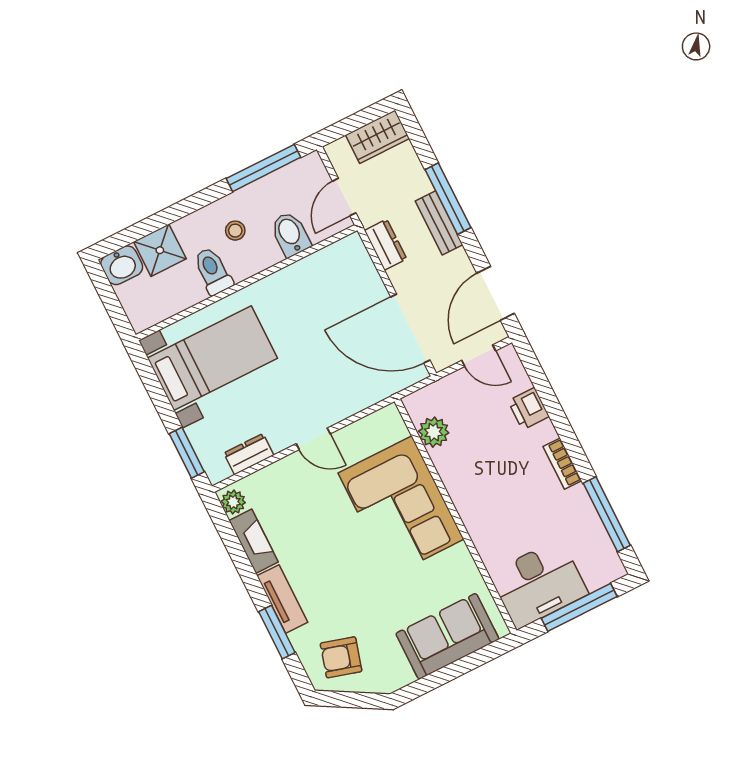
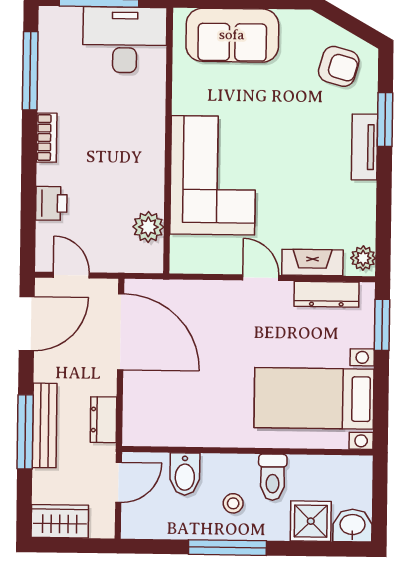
window: (263, 168) -> (227, 548), moved
bench: (439, 223) -> (45, 425), width x1.36
dresser: (249, 454) -> (326, 294), width x1.44
fireplace: (254, 541) -> (312, 262), moved, turned 90

